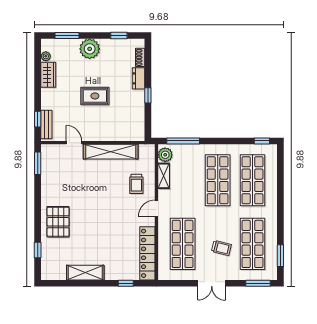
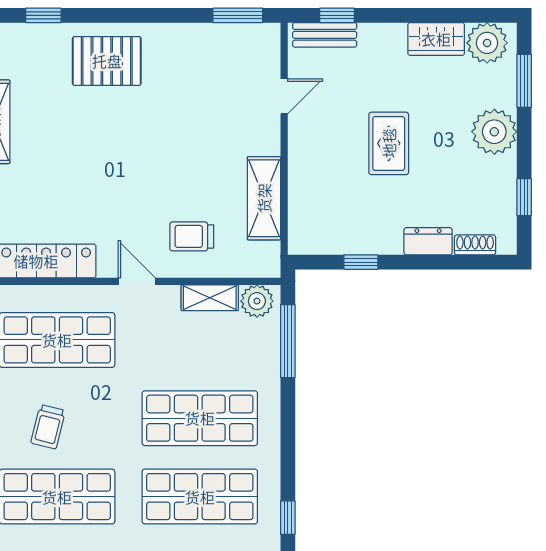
plant: (46, 56) -> (487, 43), width x1.88, depth x1.88
window: (148, 95) -> (361, 262), moved
shelving: (111, 152) -> (264, 198), width x0.68

